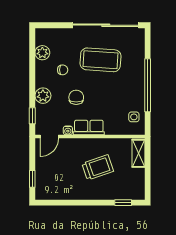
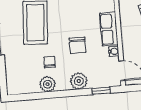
plant: (42, 53) -> (48, 84), moved
chair: (76, 97) -> (78, 45), turned -90

